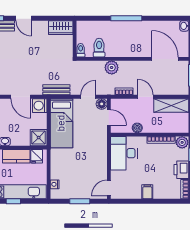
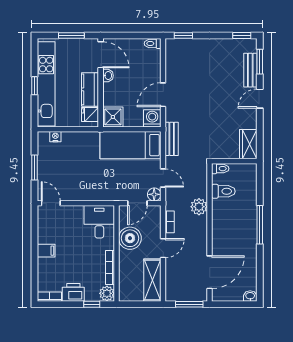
boiler: (137, 128) -> (130, 238), width x1.86, depth x1.86
desk: (124, 153) -> (99, 222), width x0.73

